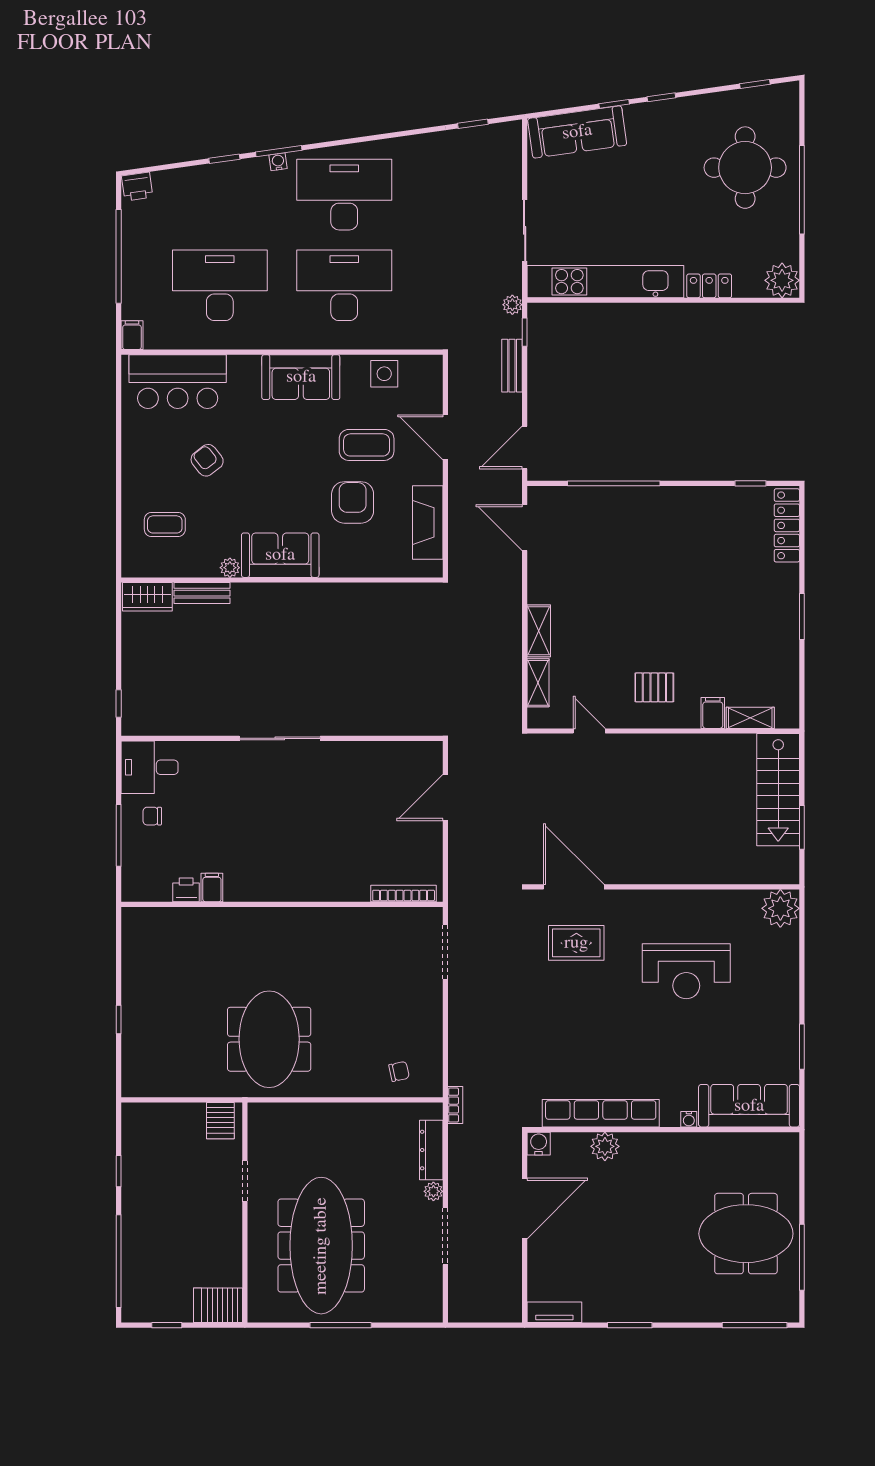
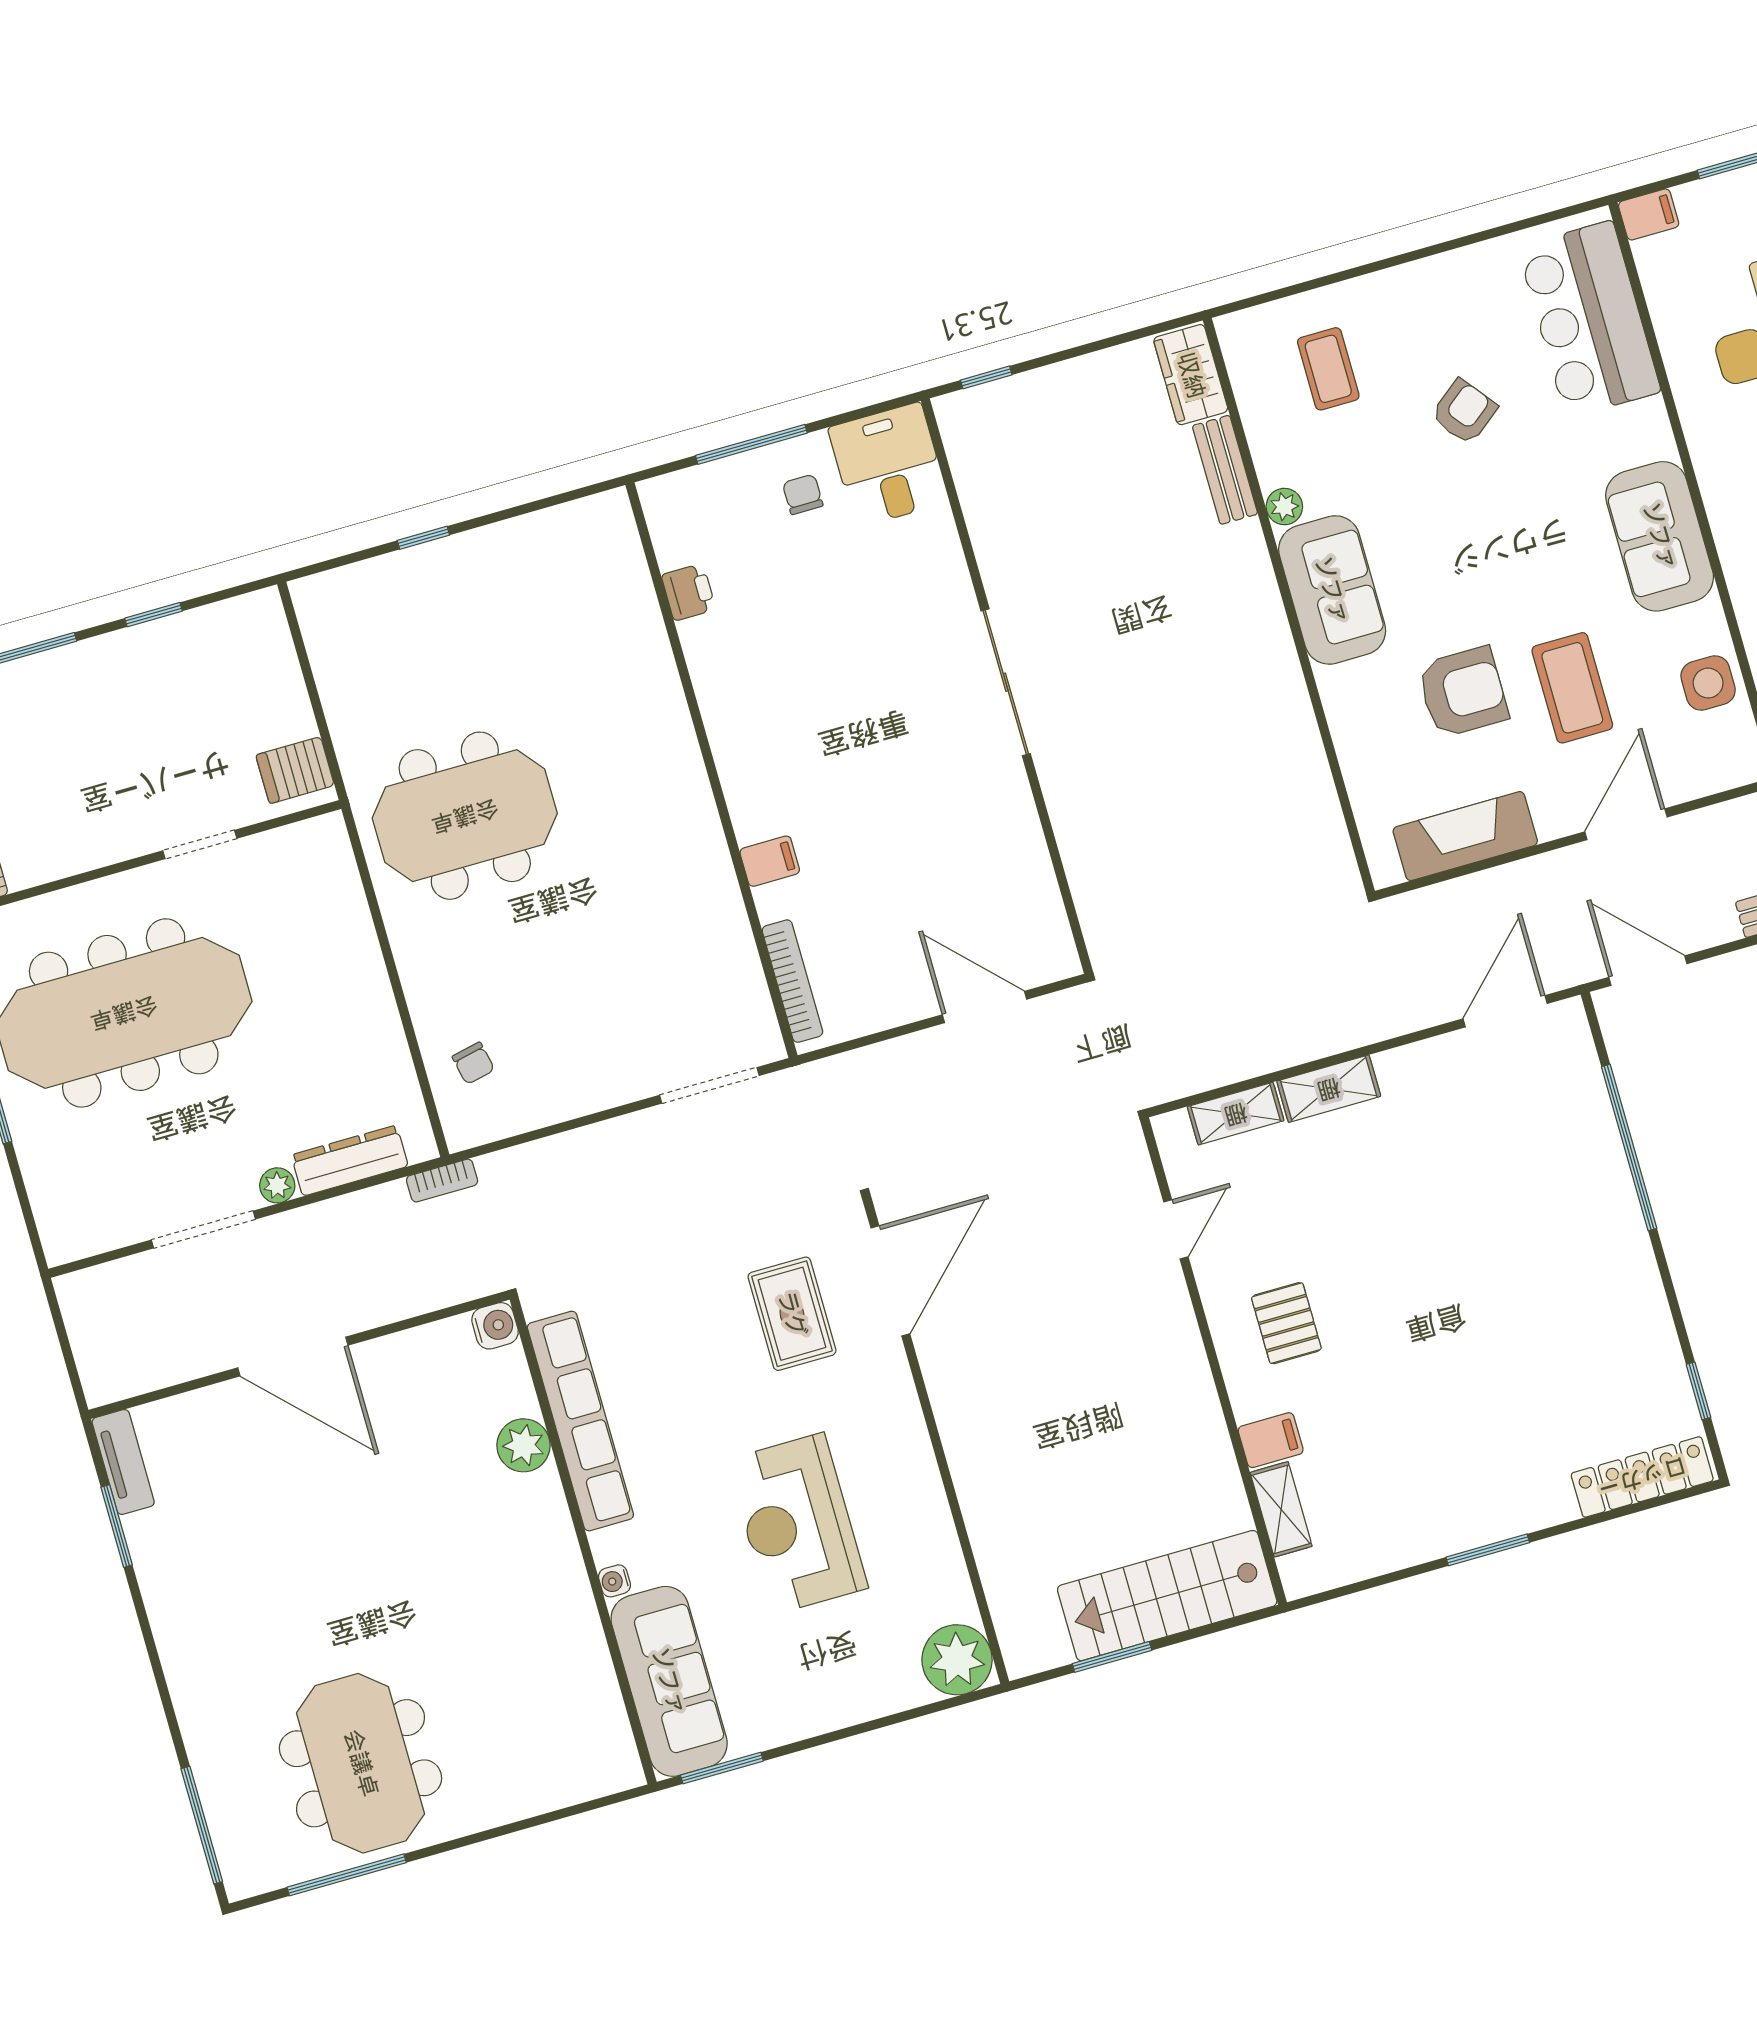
filing cabinet: (212, 888) -> (770, 861), moved
sofa: (749, 1106) -> (669, 1681), moved
row of seats: (601, 1113) -> (580, 1421), moved
water cooler: (689, 1119) -> (614, 1581), moved
wall: (663, 1130) -> (583, 1541), moved
water cooler: (539, 1144) -> (495, 1326), moved
plant: (605, 1146) -> (524, 1445), moved
window: (630, 1325) -> (117, 1526), moved

